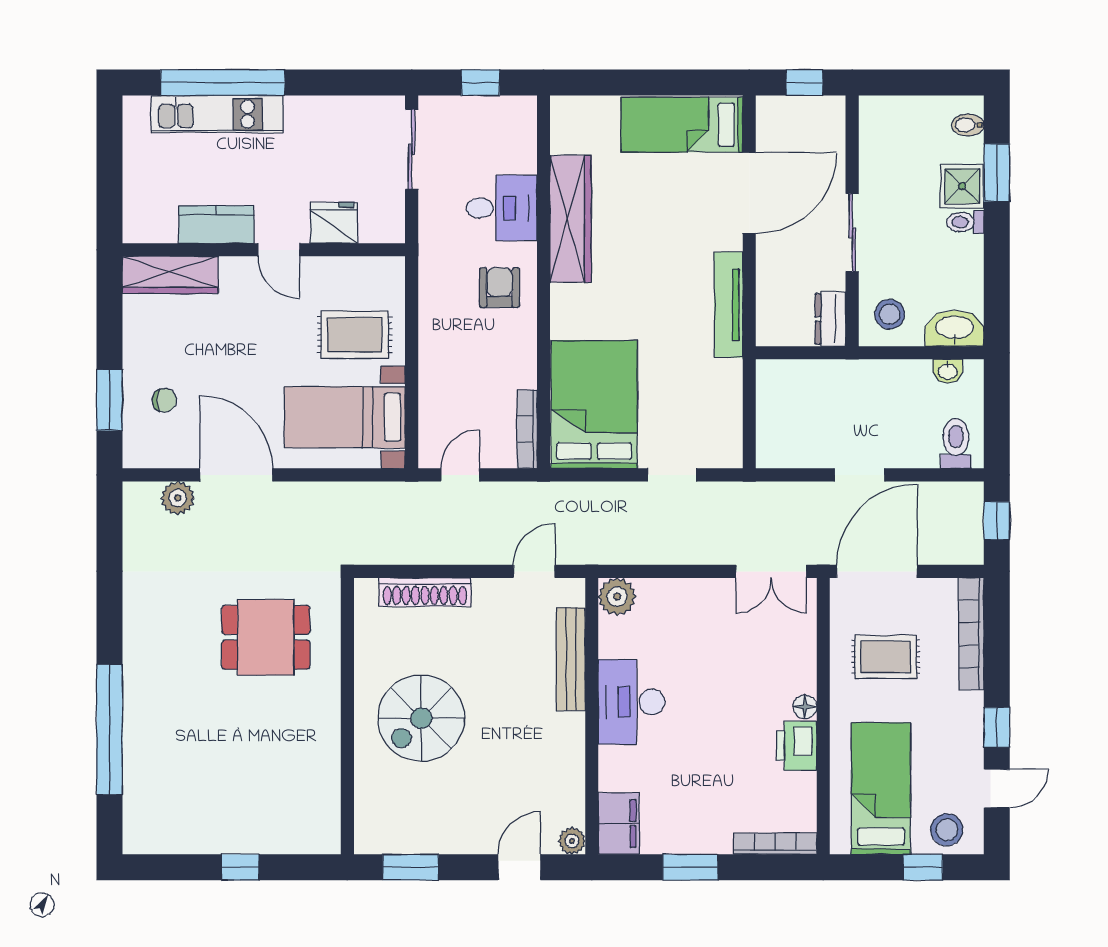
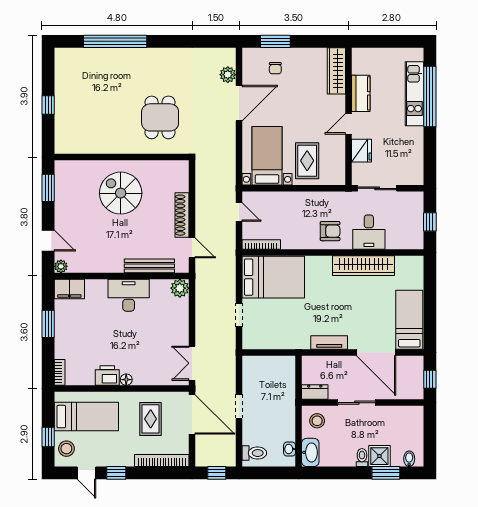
sliding door: (412, 149) -> (377, 188), moved
tv unit: (729, 305) -> (329, 342), width x0.71
shoe rack: (425, 592) -> (182, 215), moved
bookcase: (775, 844) -> (60, 372), width x0.64

